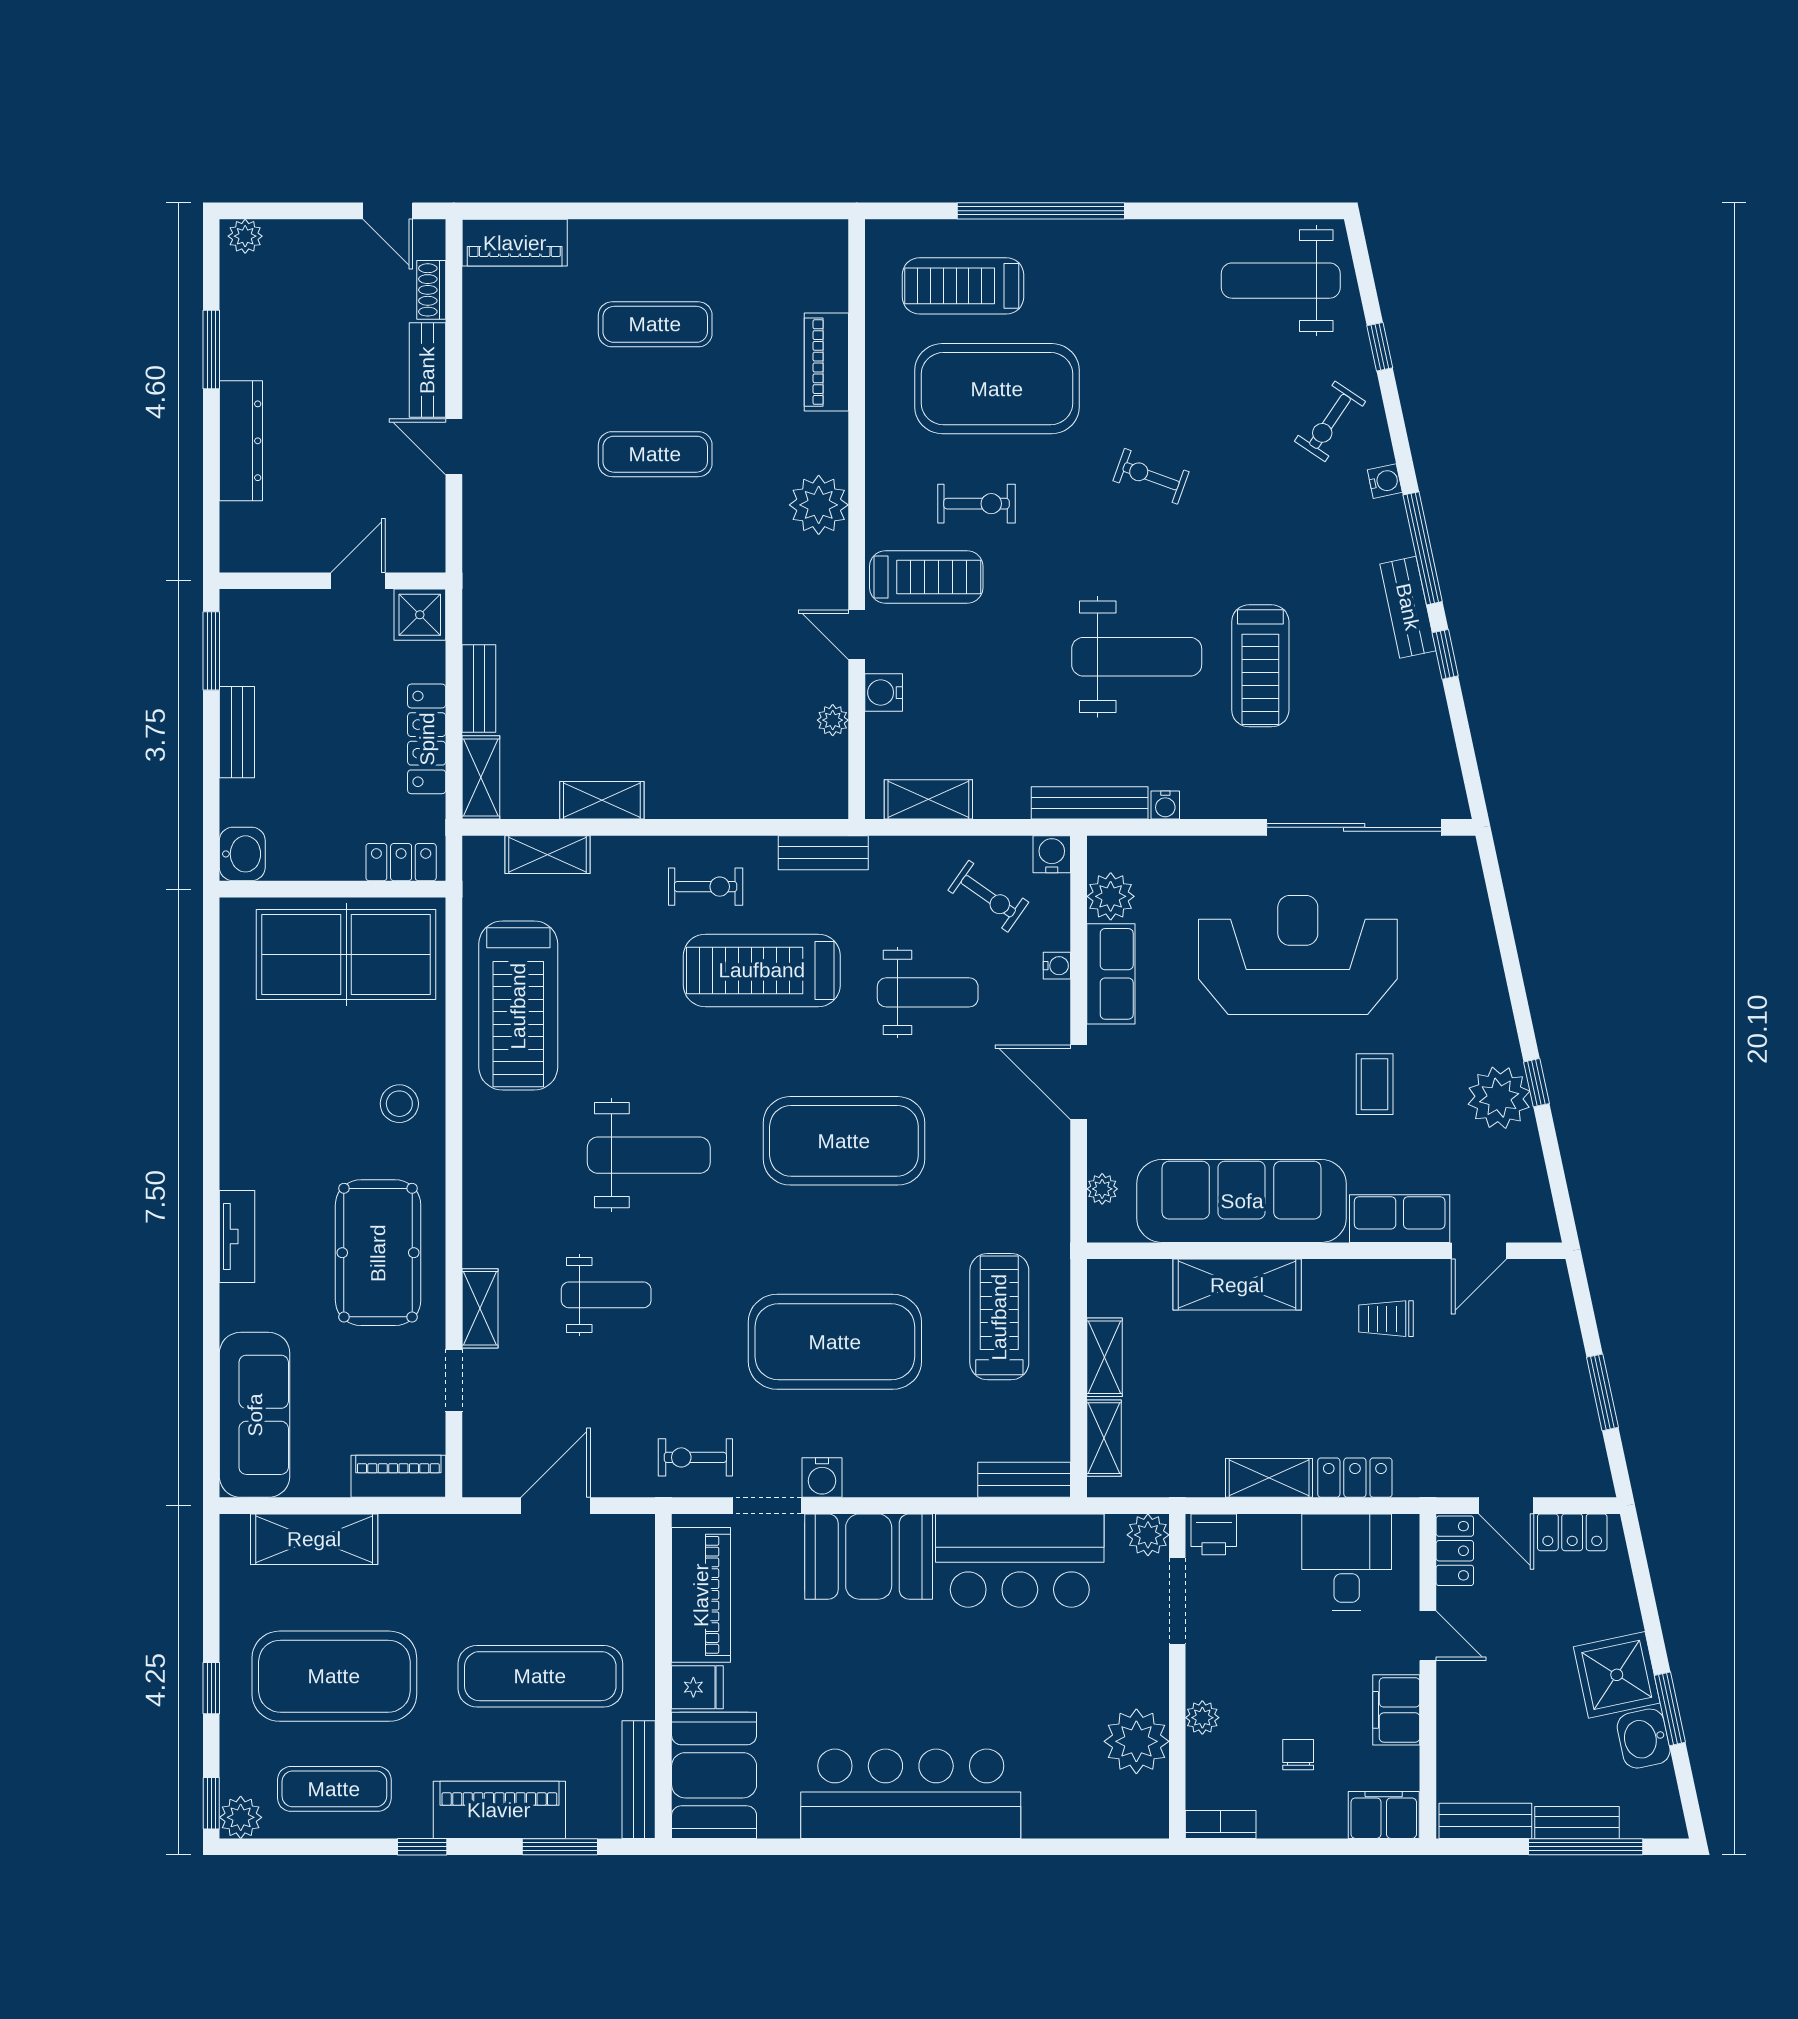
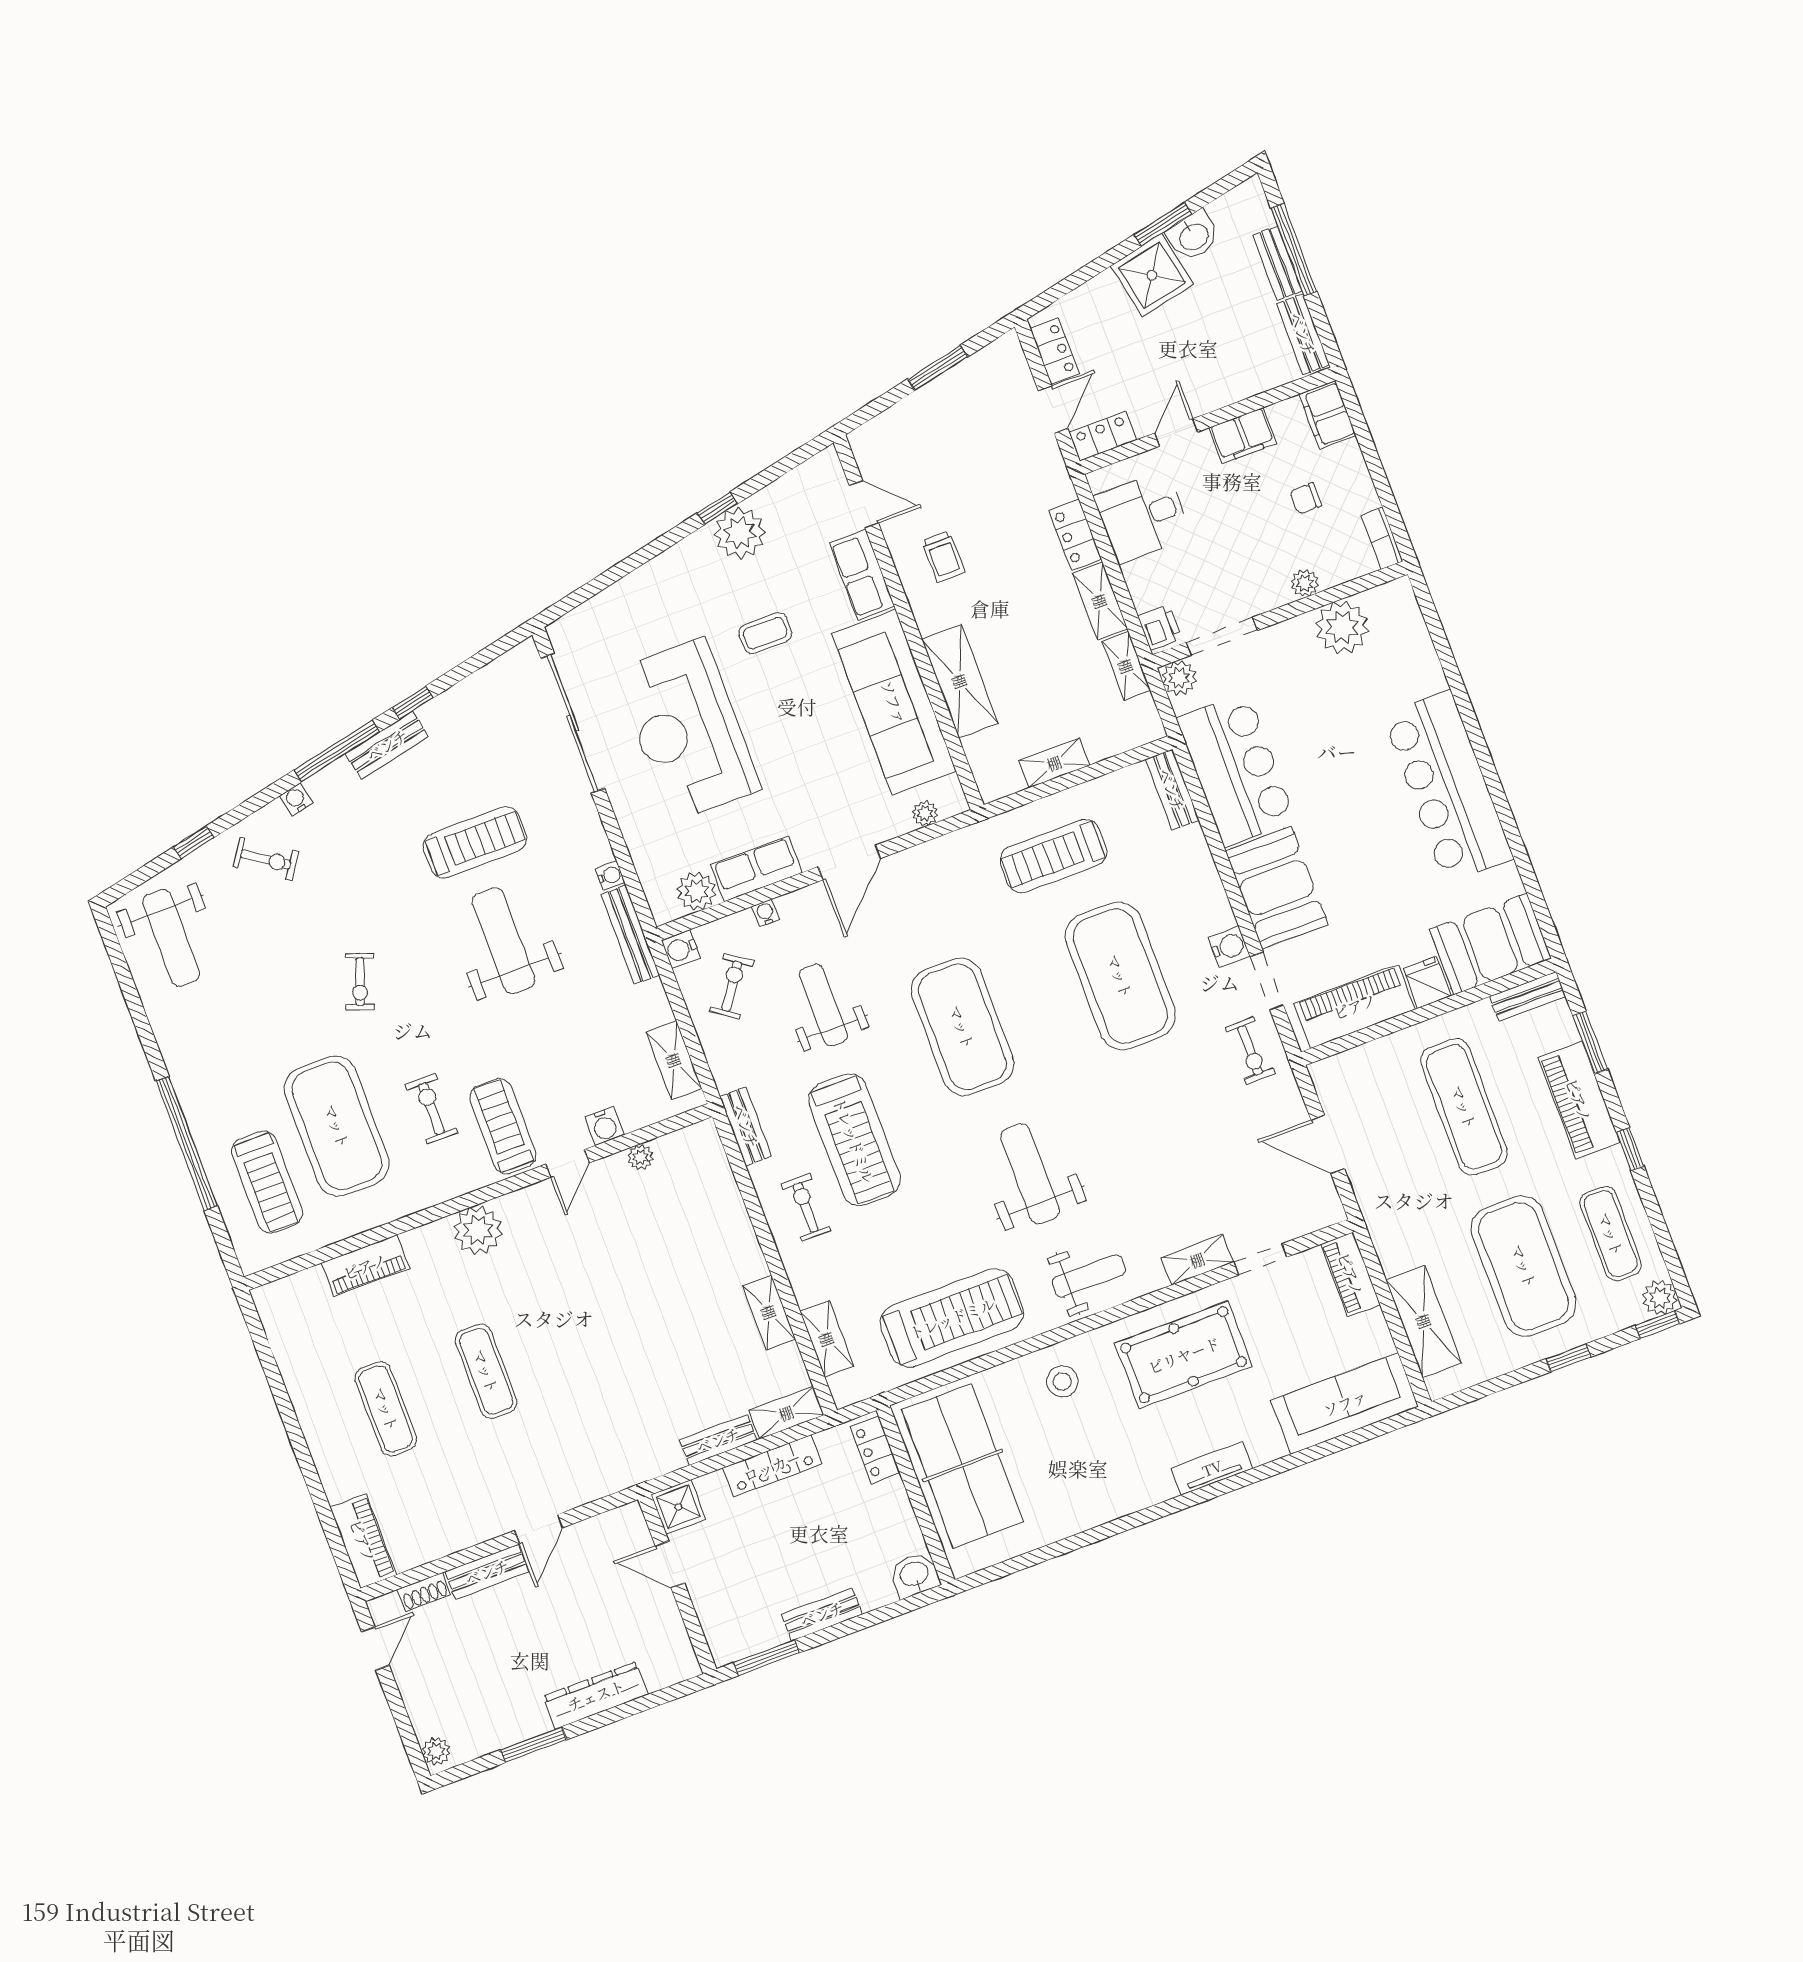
weight bench: (606, 1295) -> (1089, 1276), moved, turned 90
shelving: (1104, 1438) -> (1126, 666), moved, turned 90
bench: (639, 1780) -> (1528, 996), width x0.73

